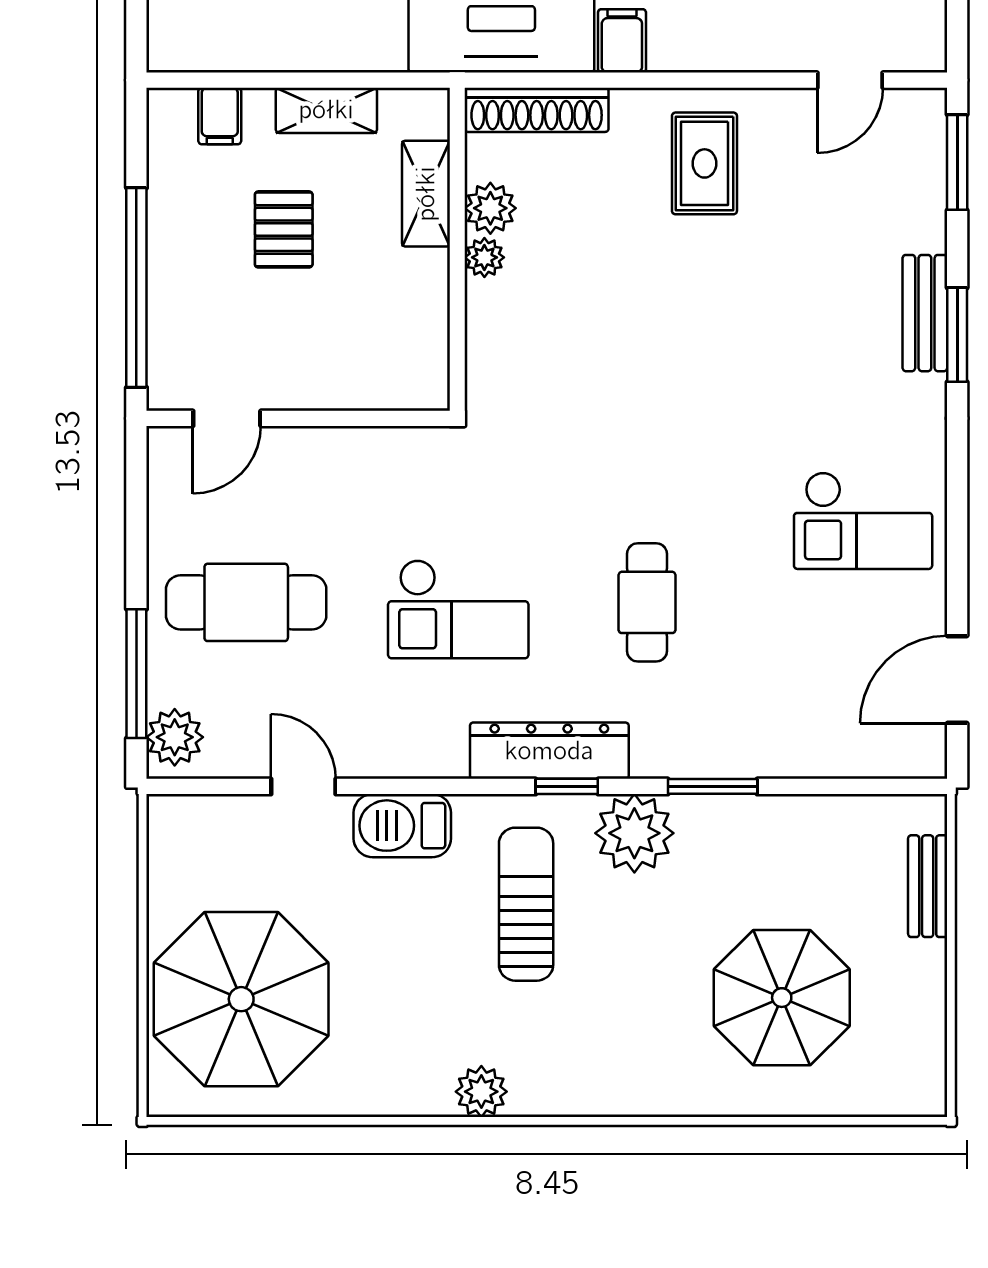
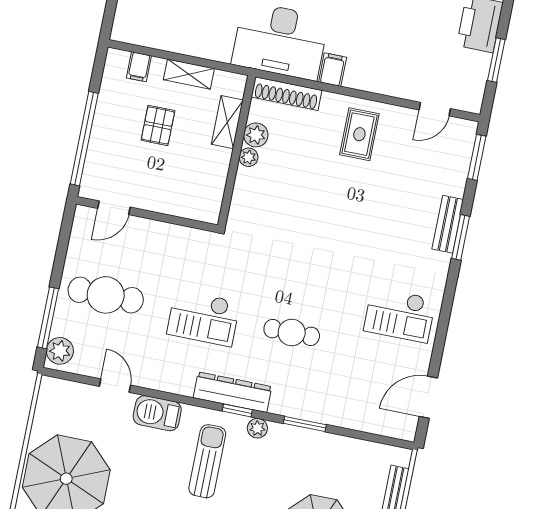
cafe table: (647, 602) -> (292, 332), turned 90
plant: (634, 833) -> (257, 428), width x0.53, depth x0.53

